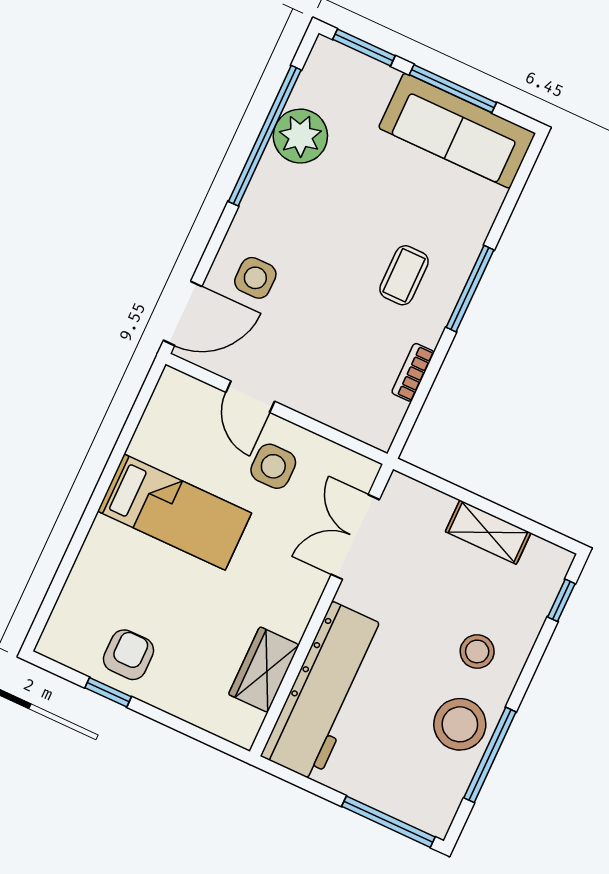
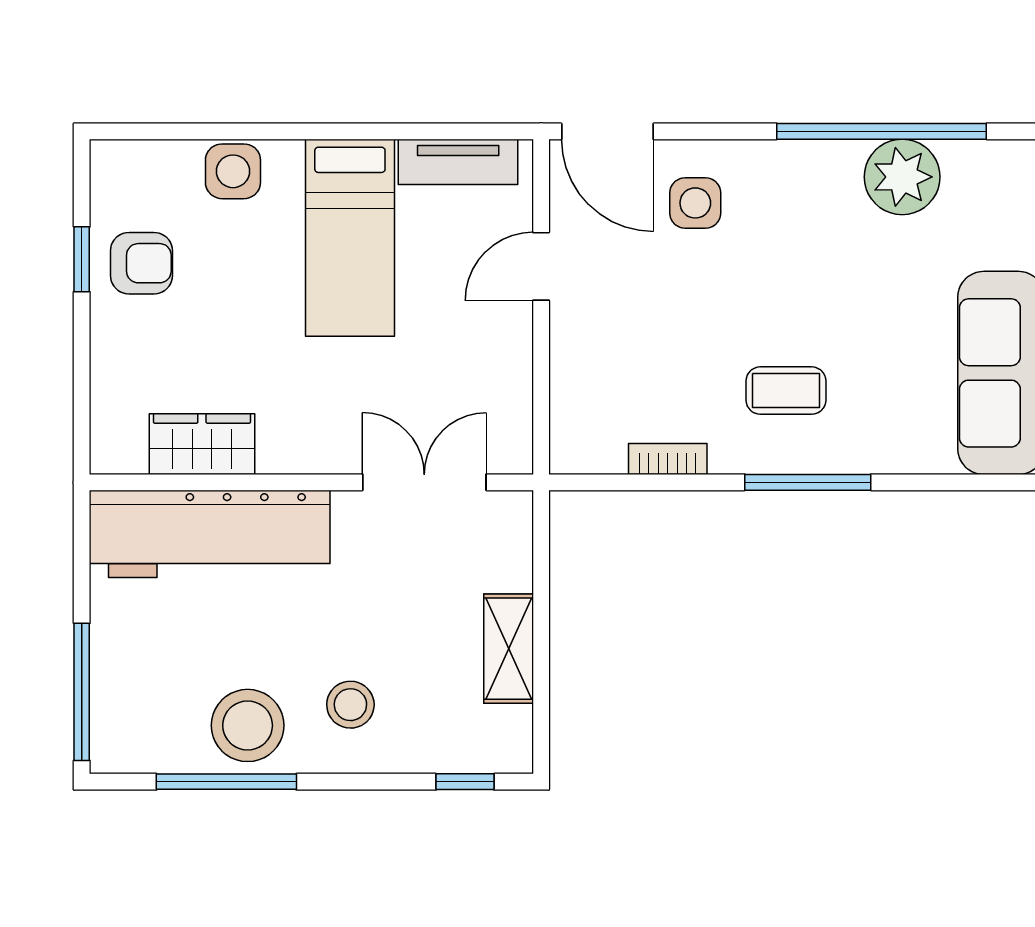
tv unit: (158, 419) -> (458, 162), added
side table: (273, 466) -> (233, 171), moved

